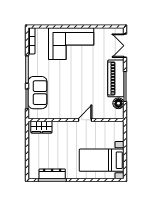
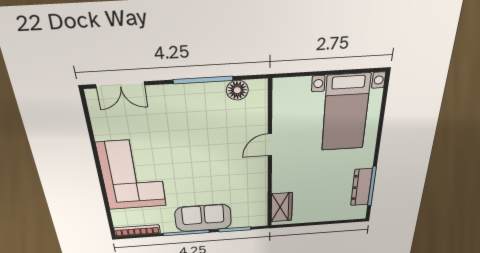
piano: (116, 78) -> (188, 98), removed
sofa: (38, 93) -> (203, 218), moved
door: (85, 120) -> (270, 145), hinge flipped

